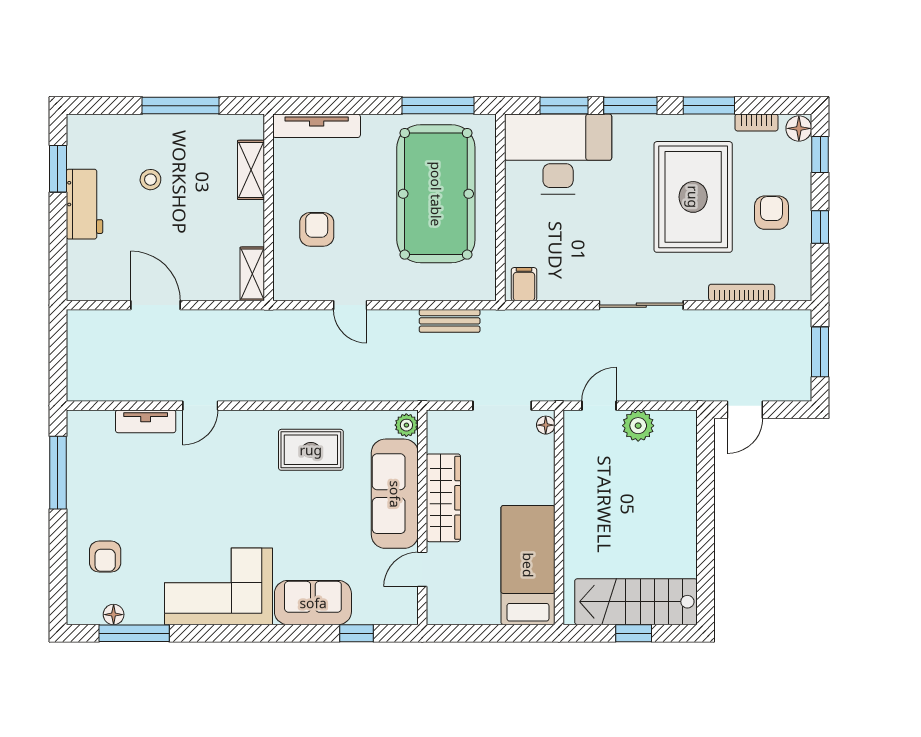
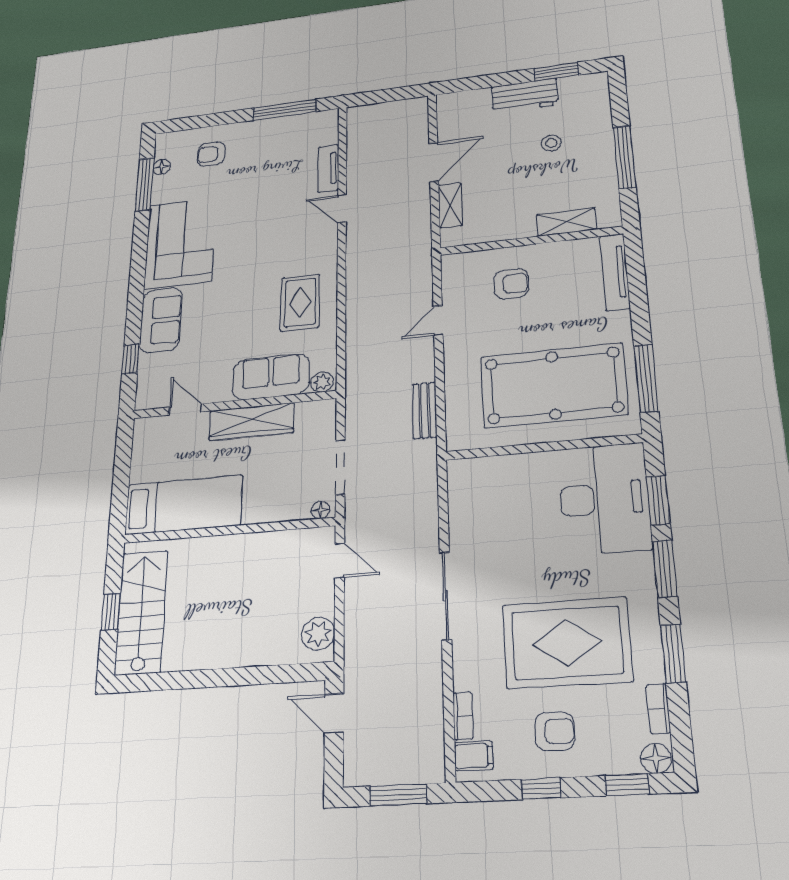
shelving: (252, 274) -> (450, 205), moved, turned 90
filing cabinet: (524, 284) -> (474, 756), moved
bookcase: (742, 293) -> (463, 716), width x0.64
plant: (638, 426) -> (318, 634), moved
sofa: (395, 494) -> (271, 377), width x0.73

